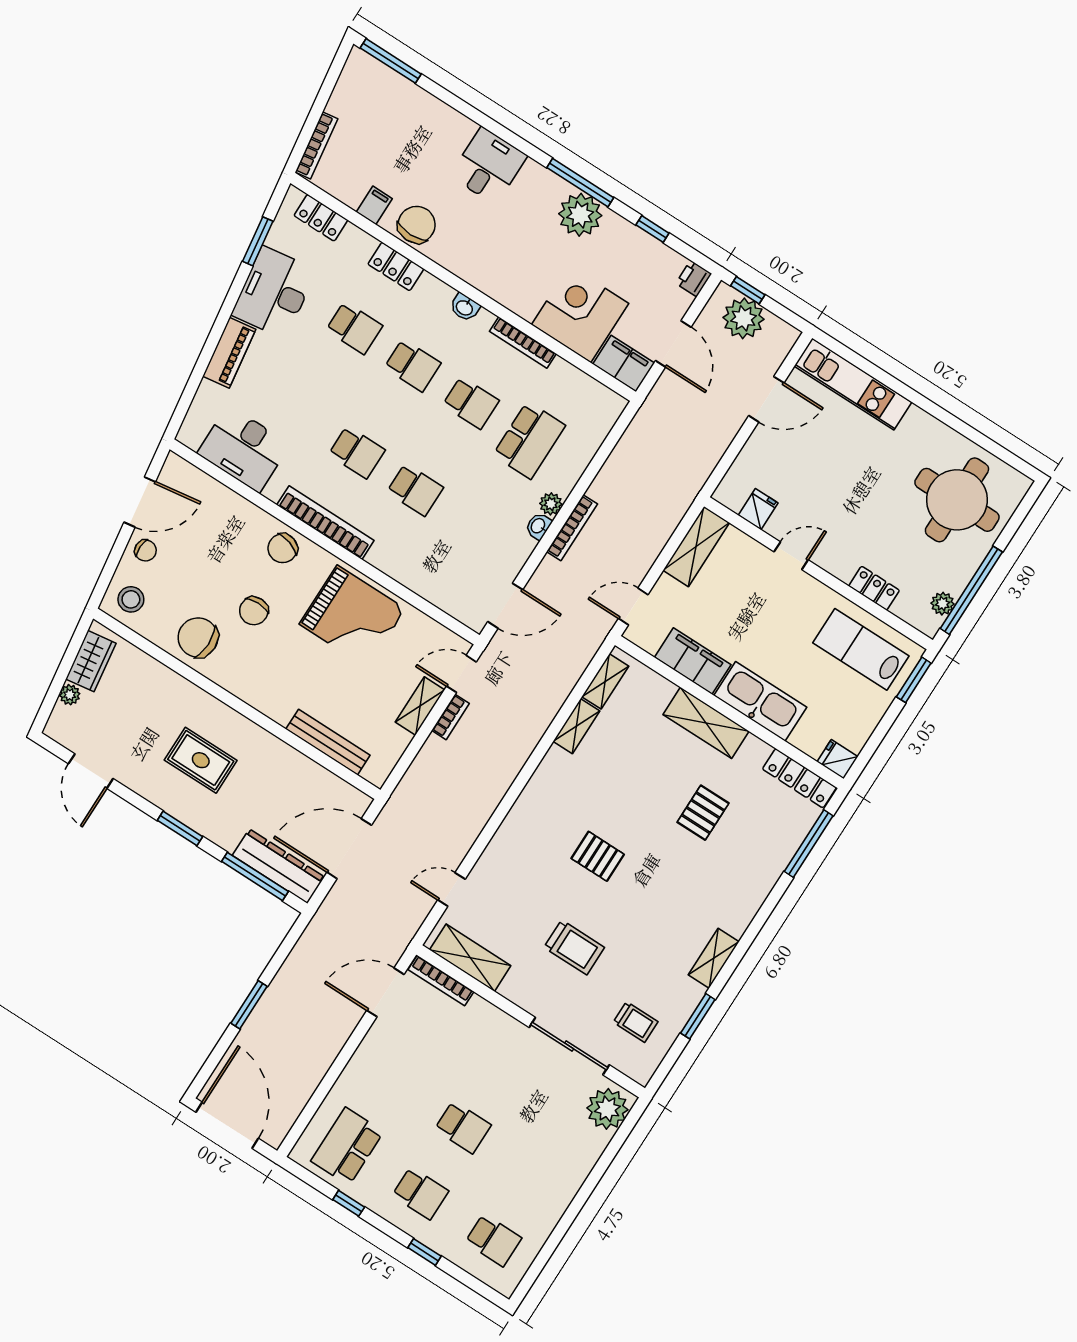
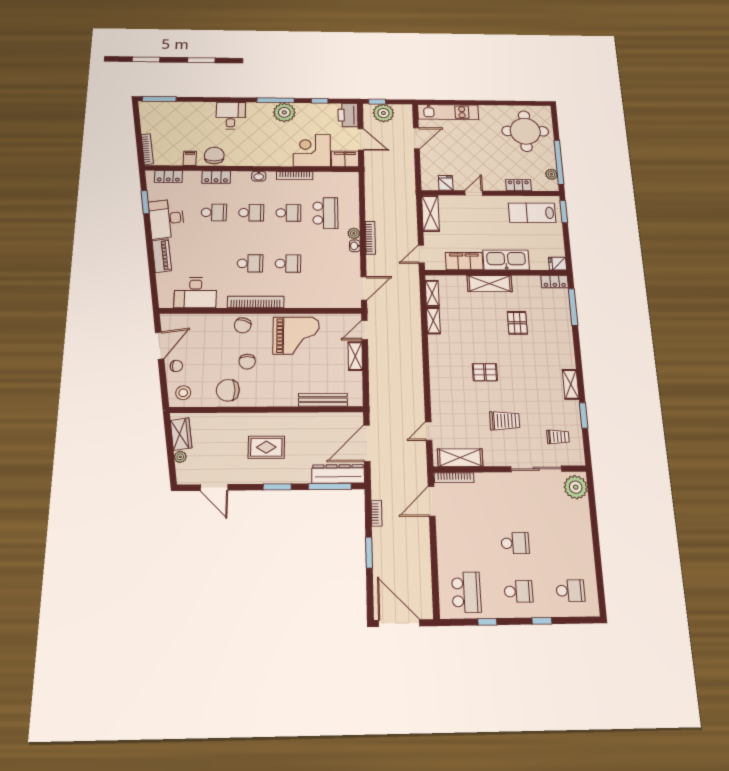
printer: (694, 279) -> (348, 115), width x1.87, depth x1.48
bookcase: (450, 717) -> (377, 513), moved
locker: (799, 778) -> (555, 282), width x0.66
school desk: (347, 1146) -> (466, 592), turned 180

